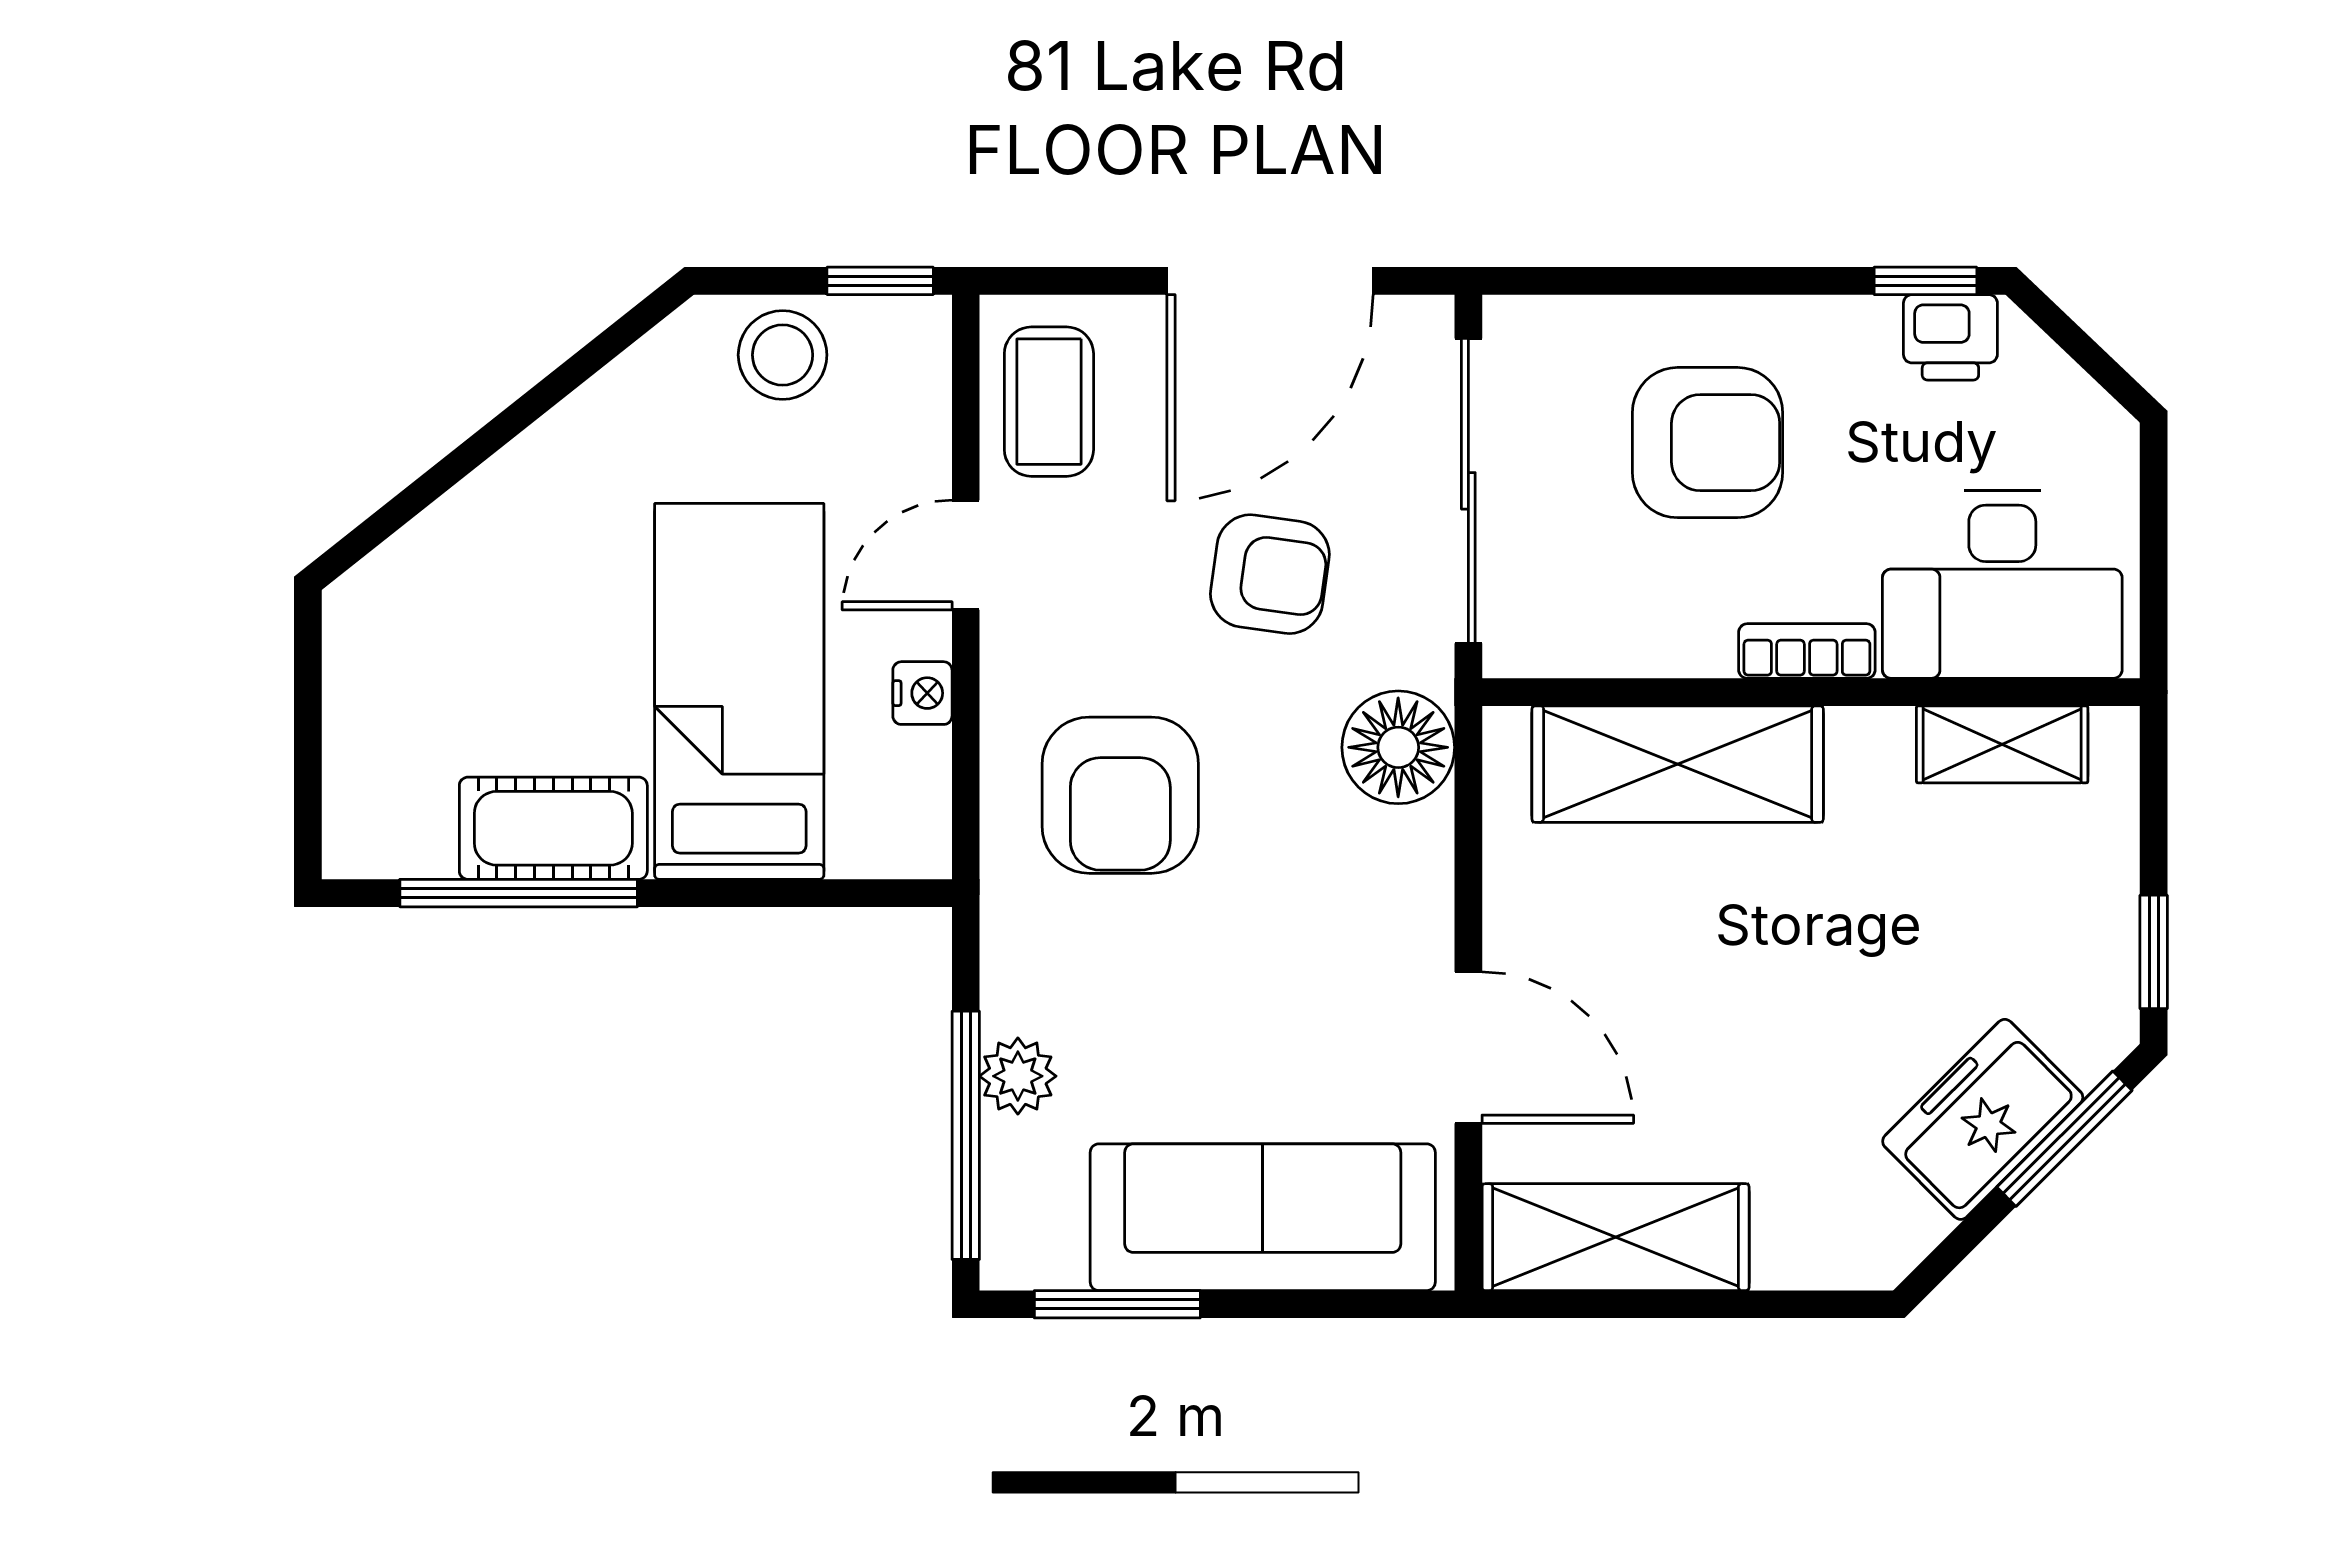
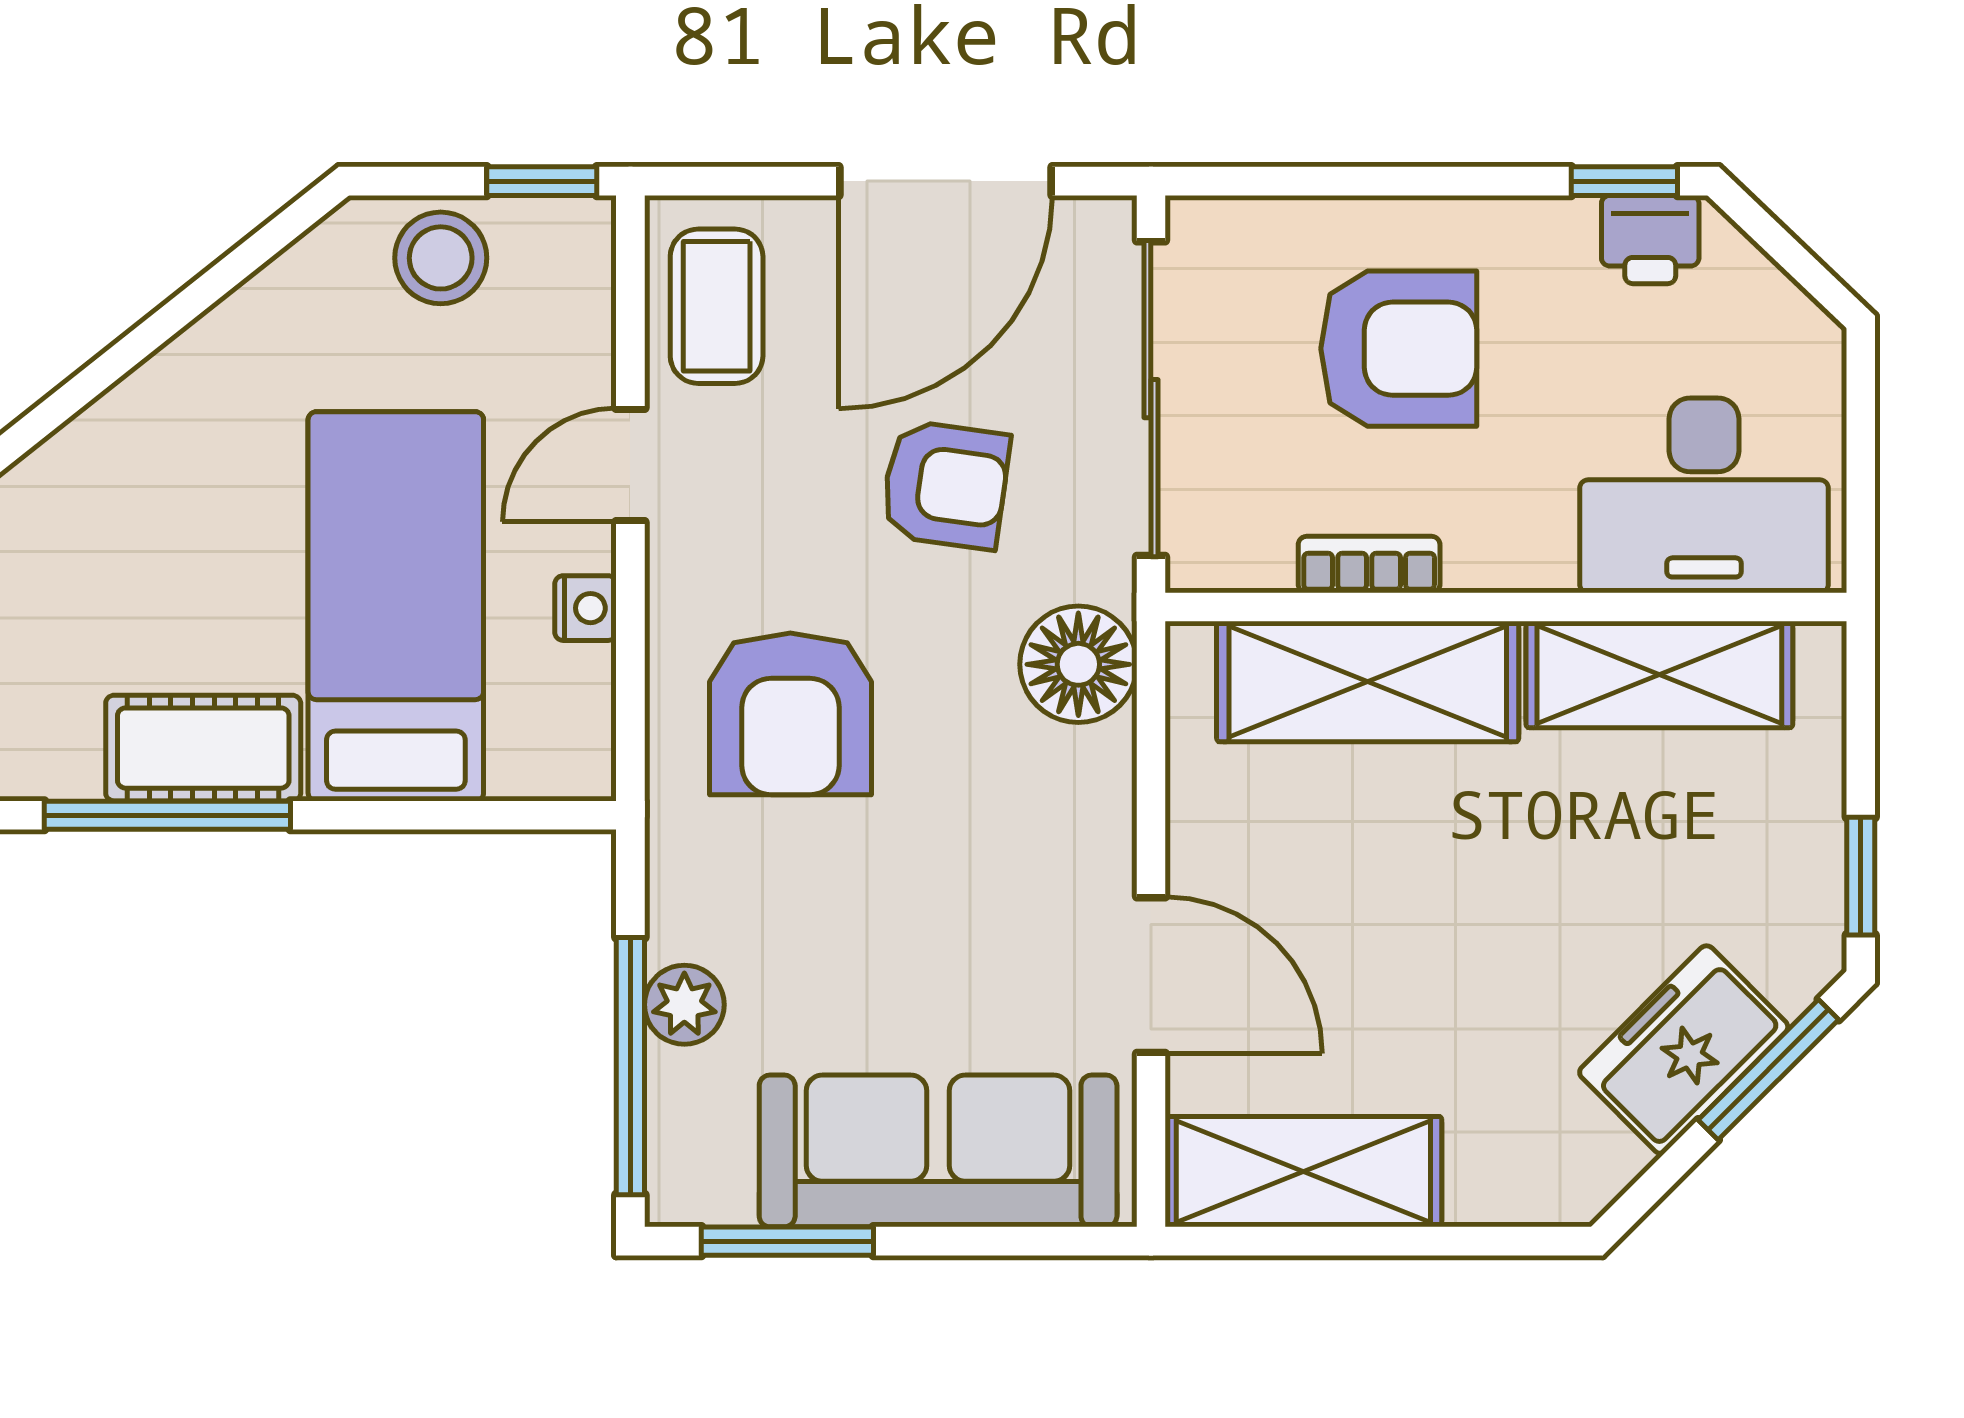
bookcase: (1807, 651) -> (1369, 565), moved
shelving: (2002, 744) -> (1659, 675), width x1.50, depth x1.33

